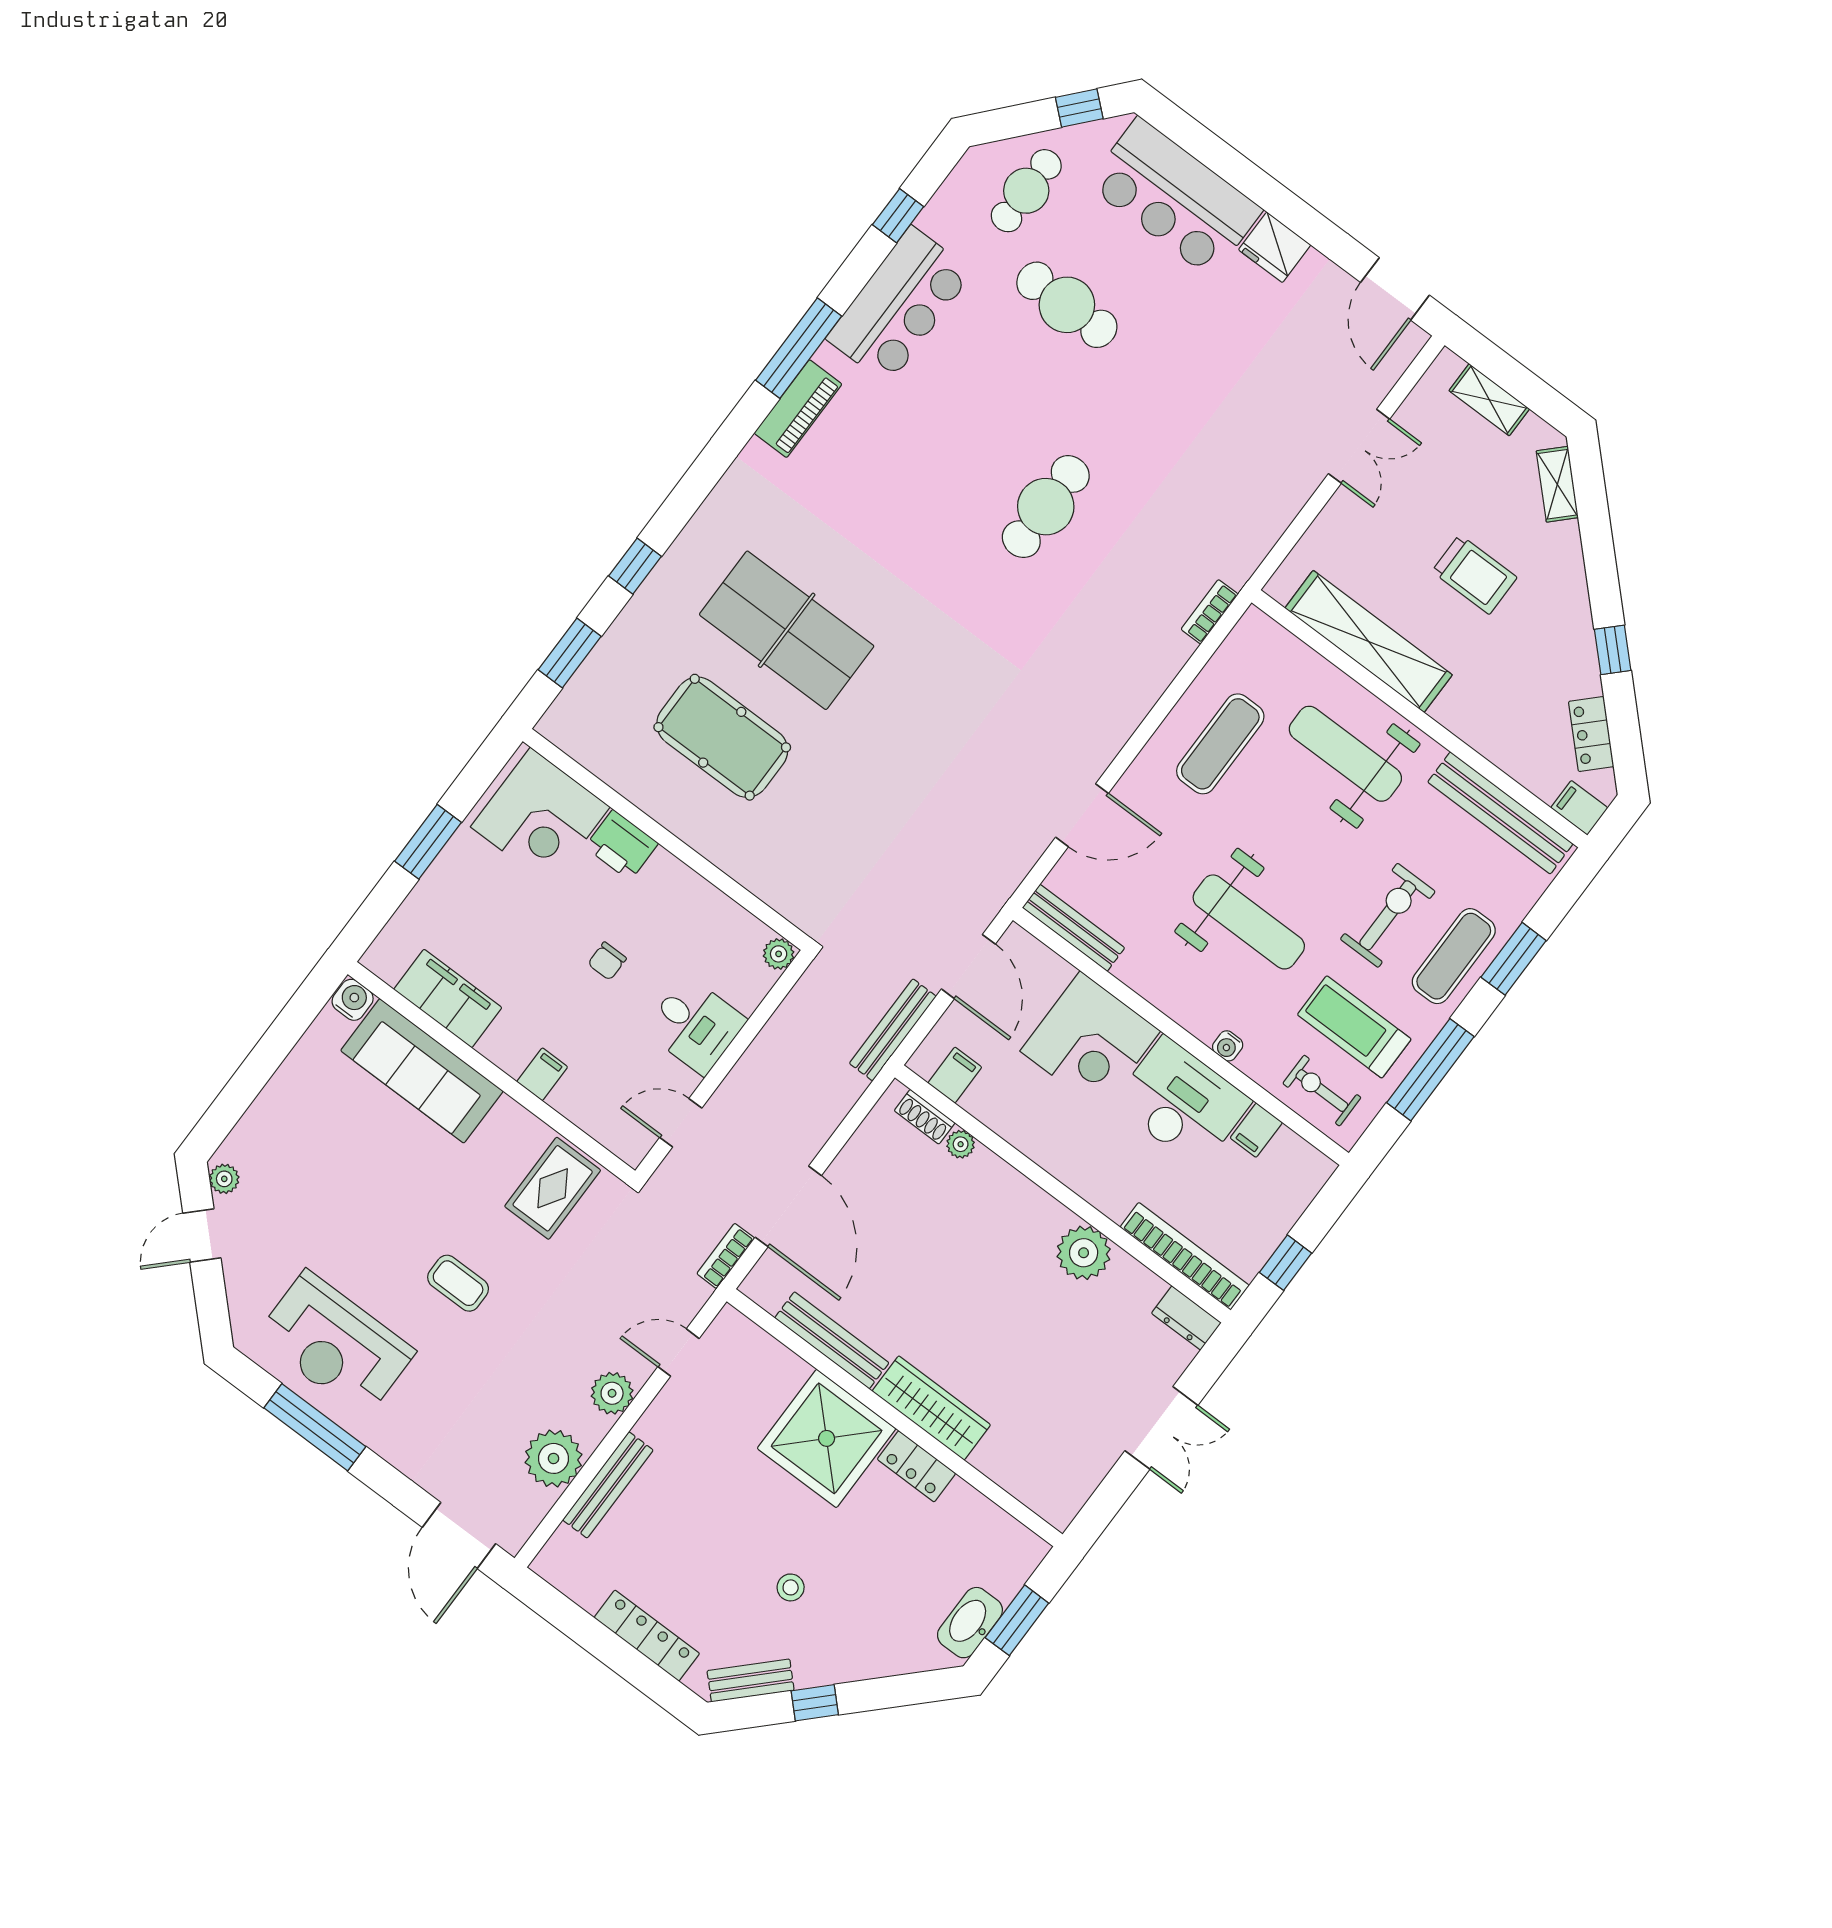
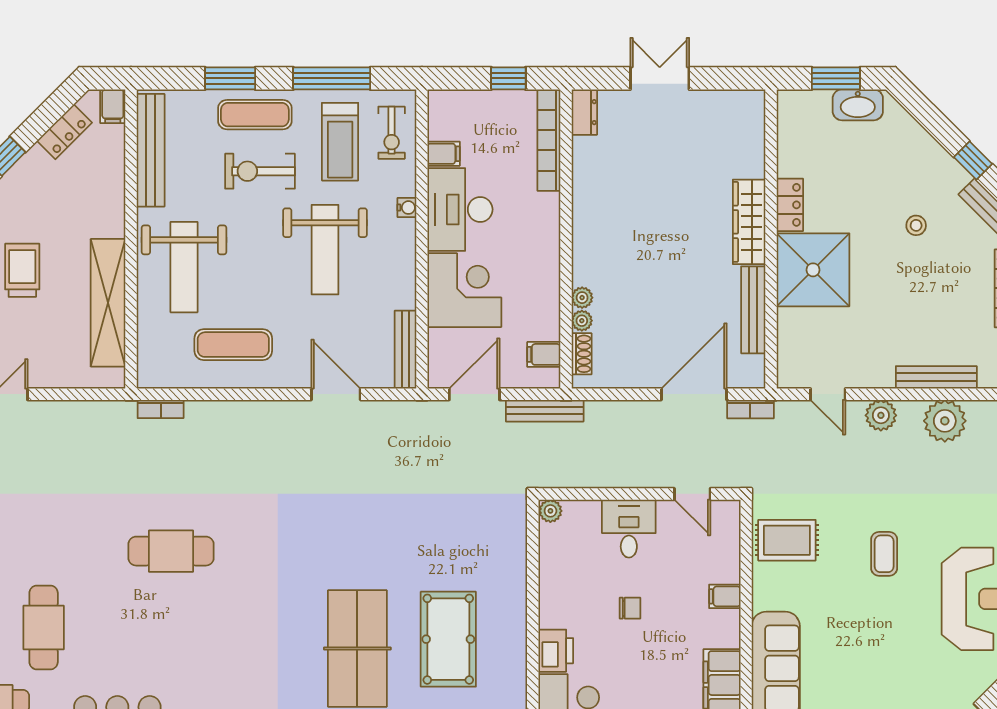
weight bench: (1249, 922) -> (325, 250), turned 180
plant: (1084, 1253) -> (582, 298), moved, width x0.53, depth x0.53

